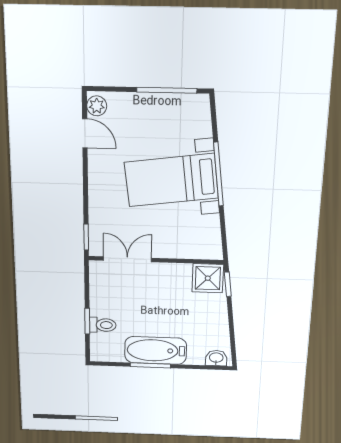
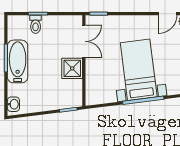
shower: (208, 278) -> (72, 68), moved

